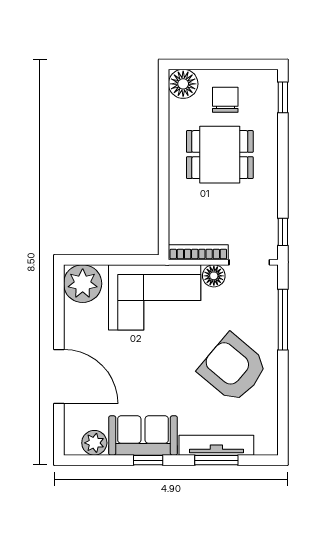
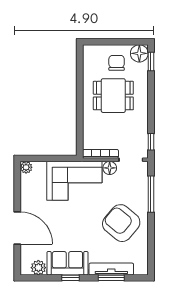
floor lamp: (183, 84) -> (139, 53), moved
plant: (83, 284) -> (26, 167), width x0.53, depth x0.53

